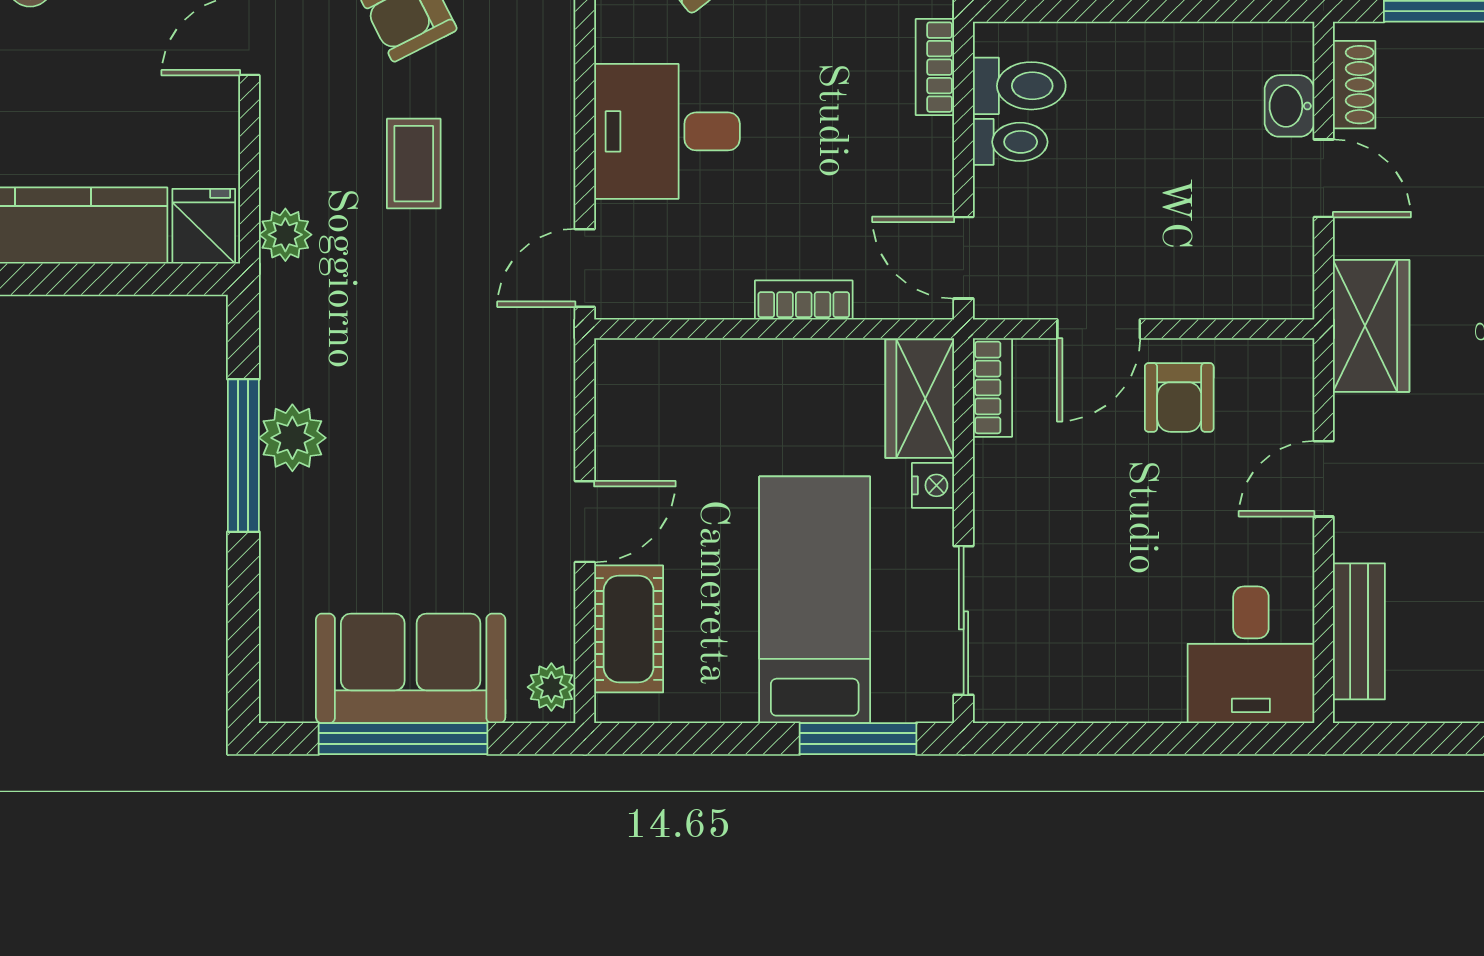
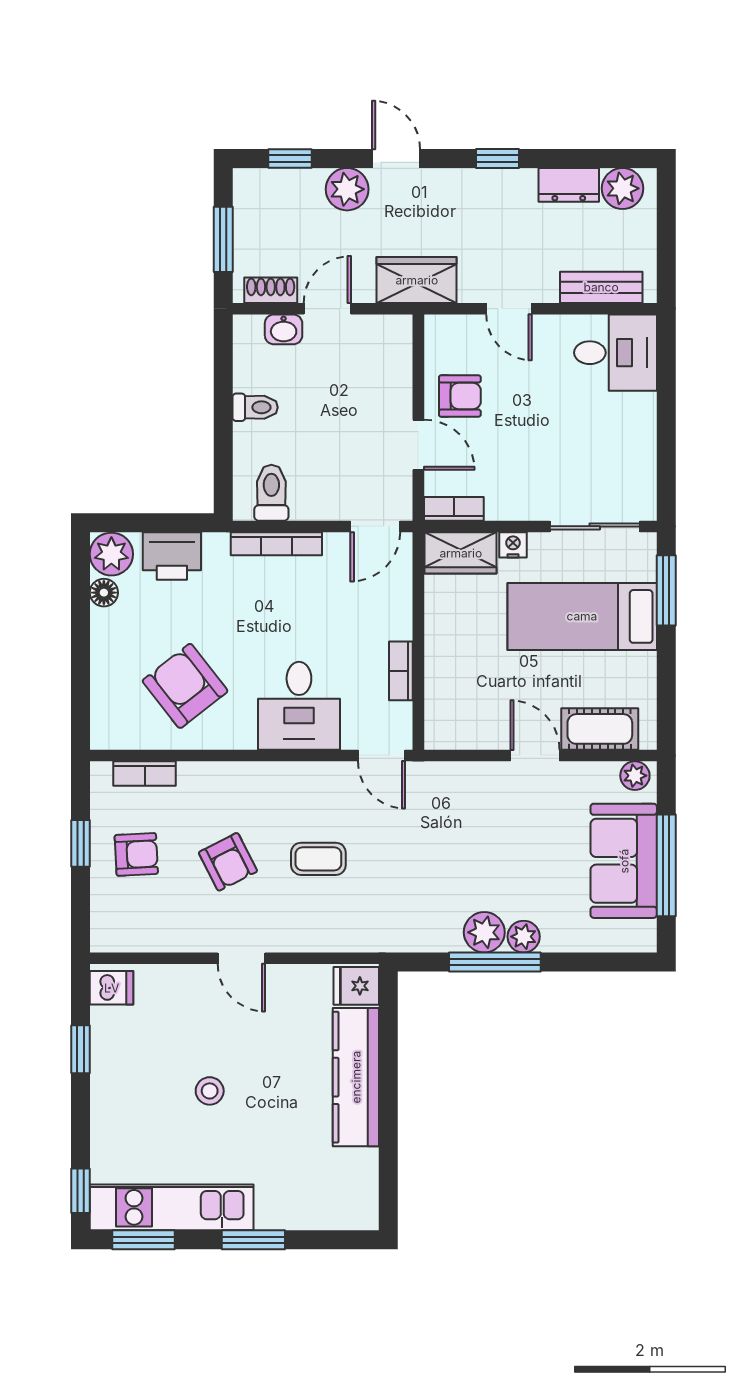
bookcase: (935, 67) -> (276, 544), width x1.56
toilet: (1010, 142) -> (255, 407), moved, turned 90
plant: (285, 235) -> (524, 937), moved
bookcase: (804, 300) -> (401, 671), moved

